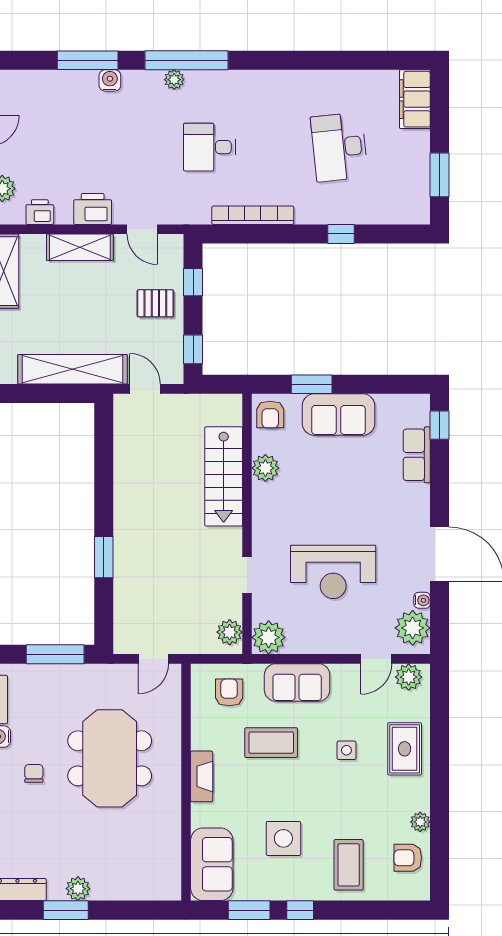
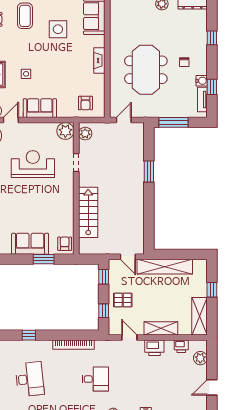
plant: (265, 468) -> (67, 217), removed
sofa: (297, 682) -> (40, 108), moved
coffee table: (271, 743) -> (64, 78), removed

